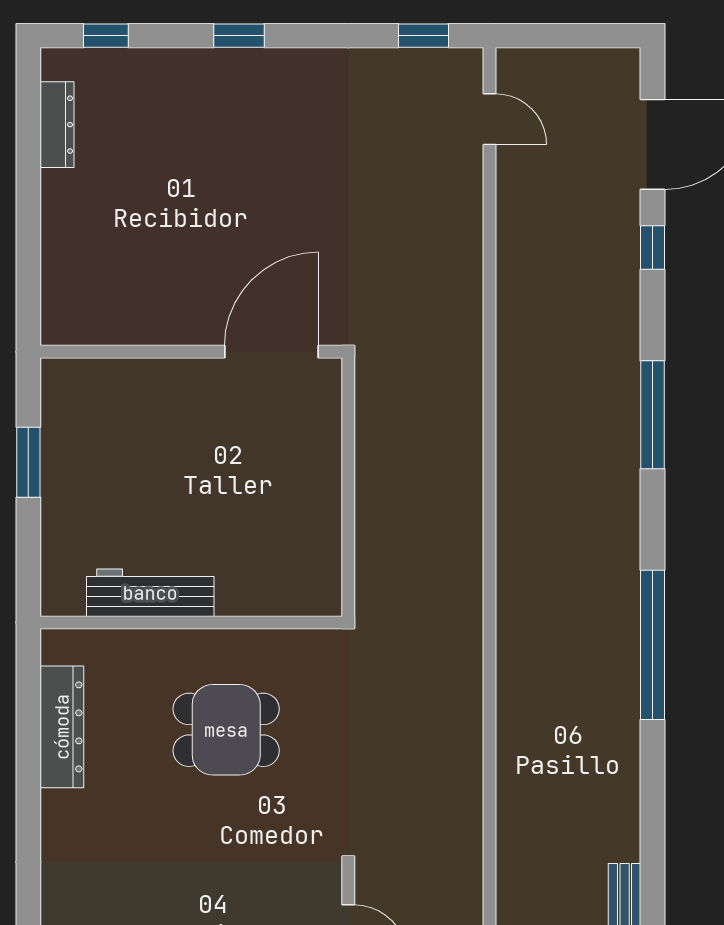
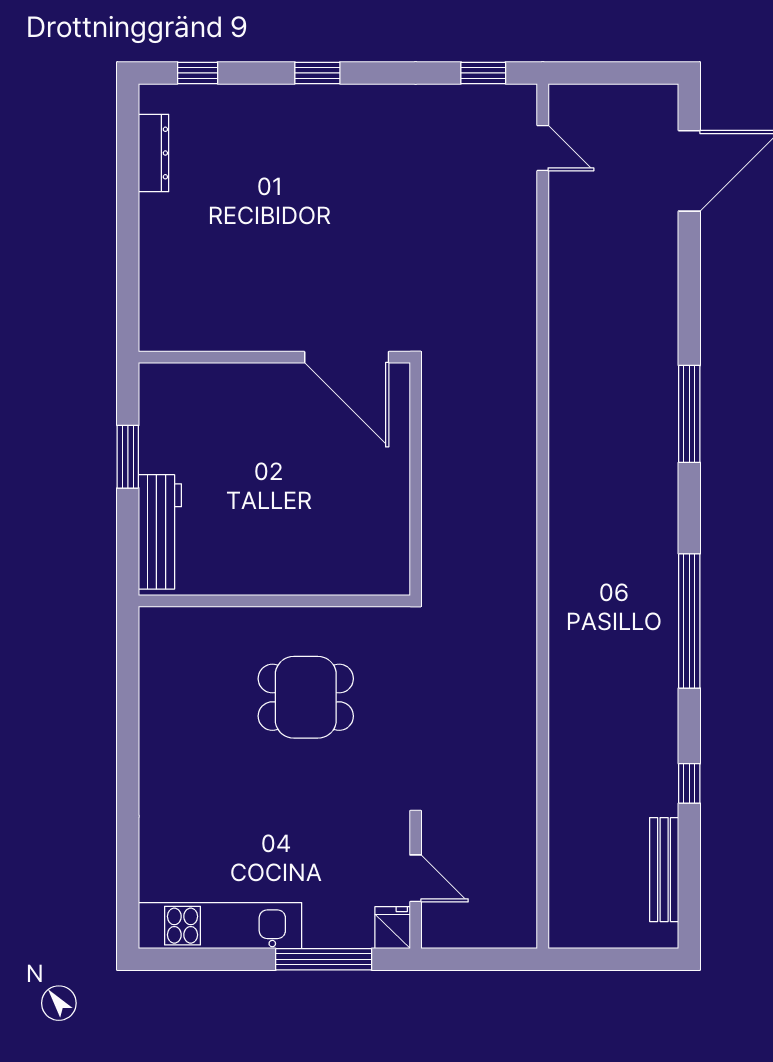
window: (653, 248) -> (689, 783), moved
door: (272, 352) -> (347, 357), swing flipped
workbench: (150, 593) -> (160, 532), moved, turned 90
dresser: (62, 727) -> (158, 695), removed

